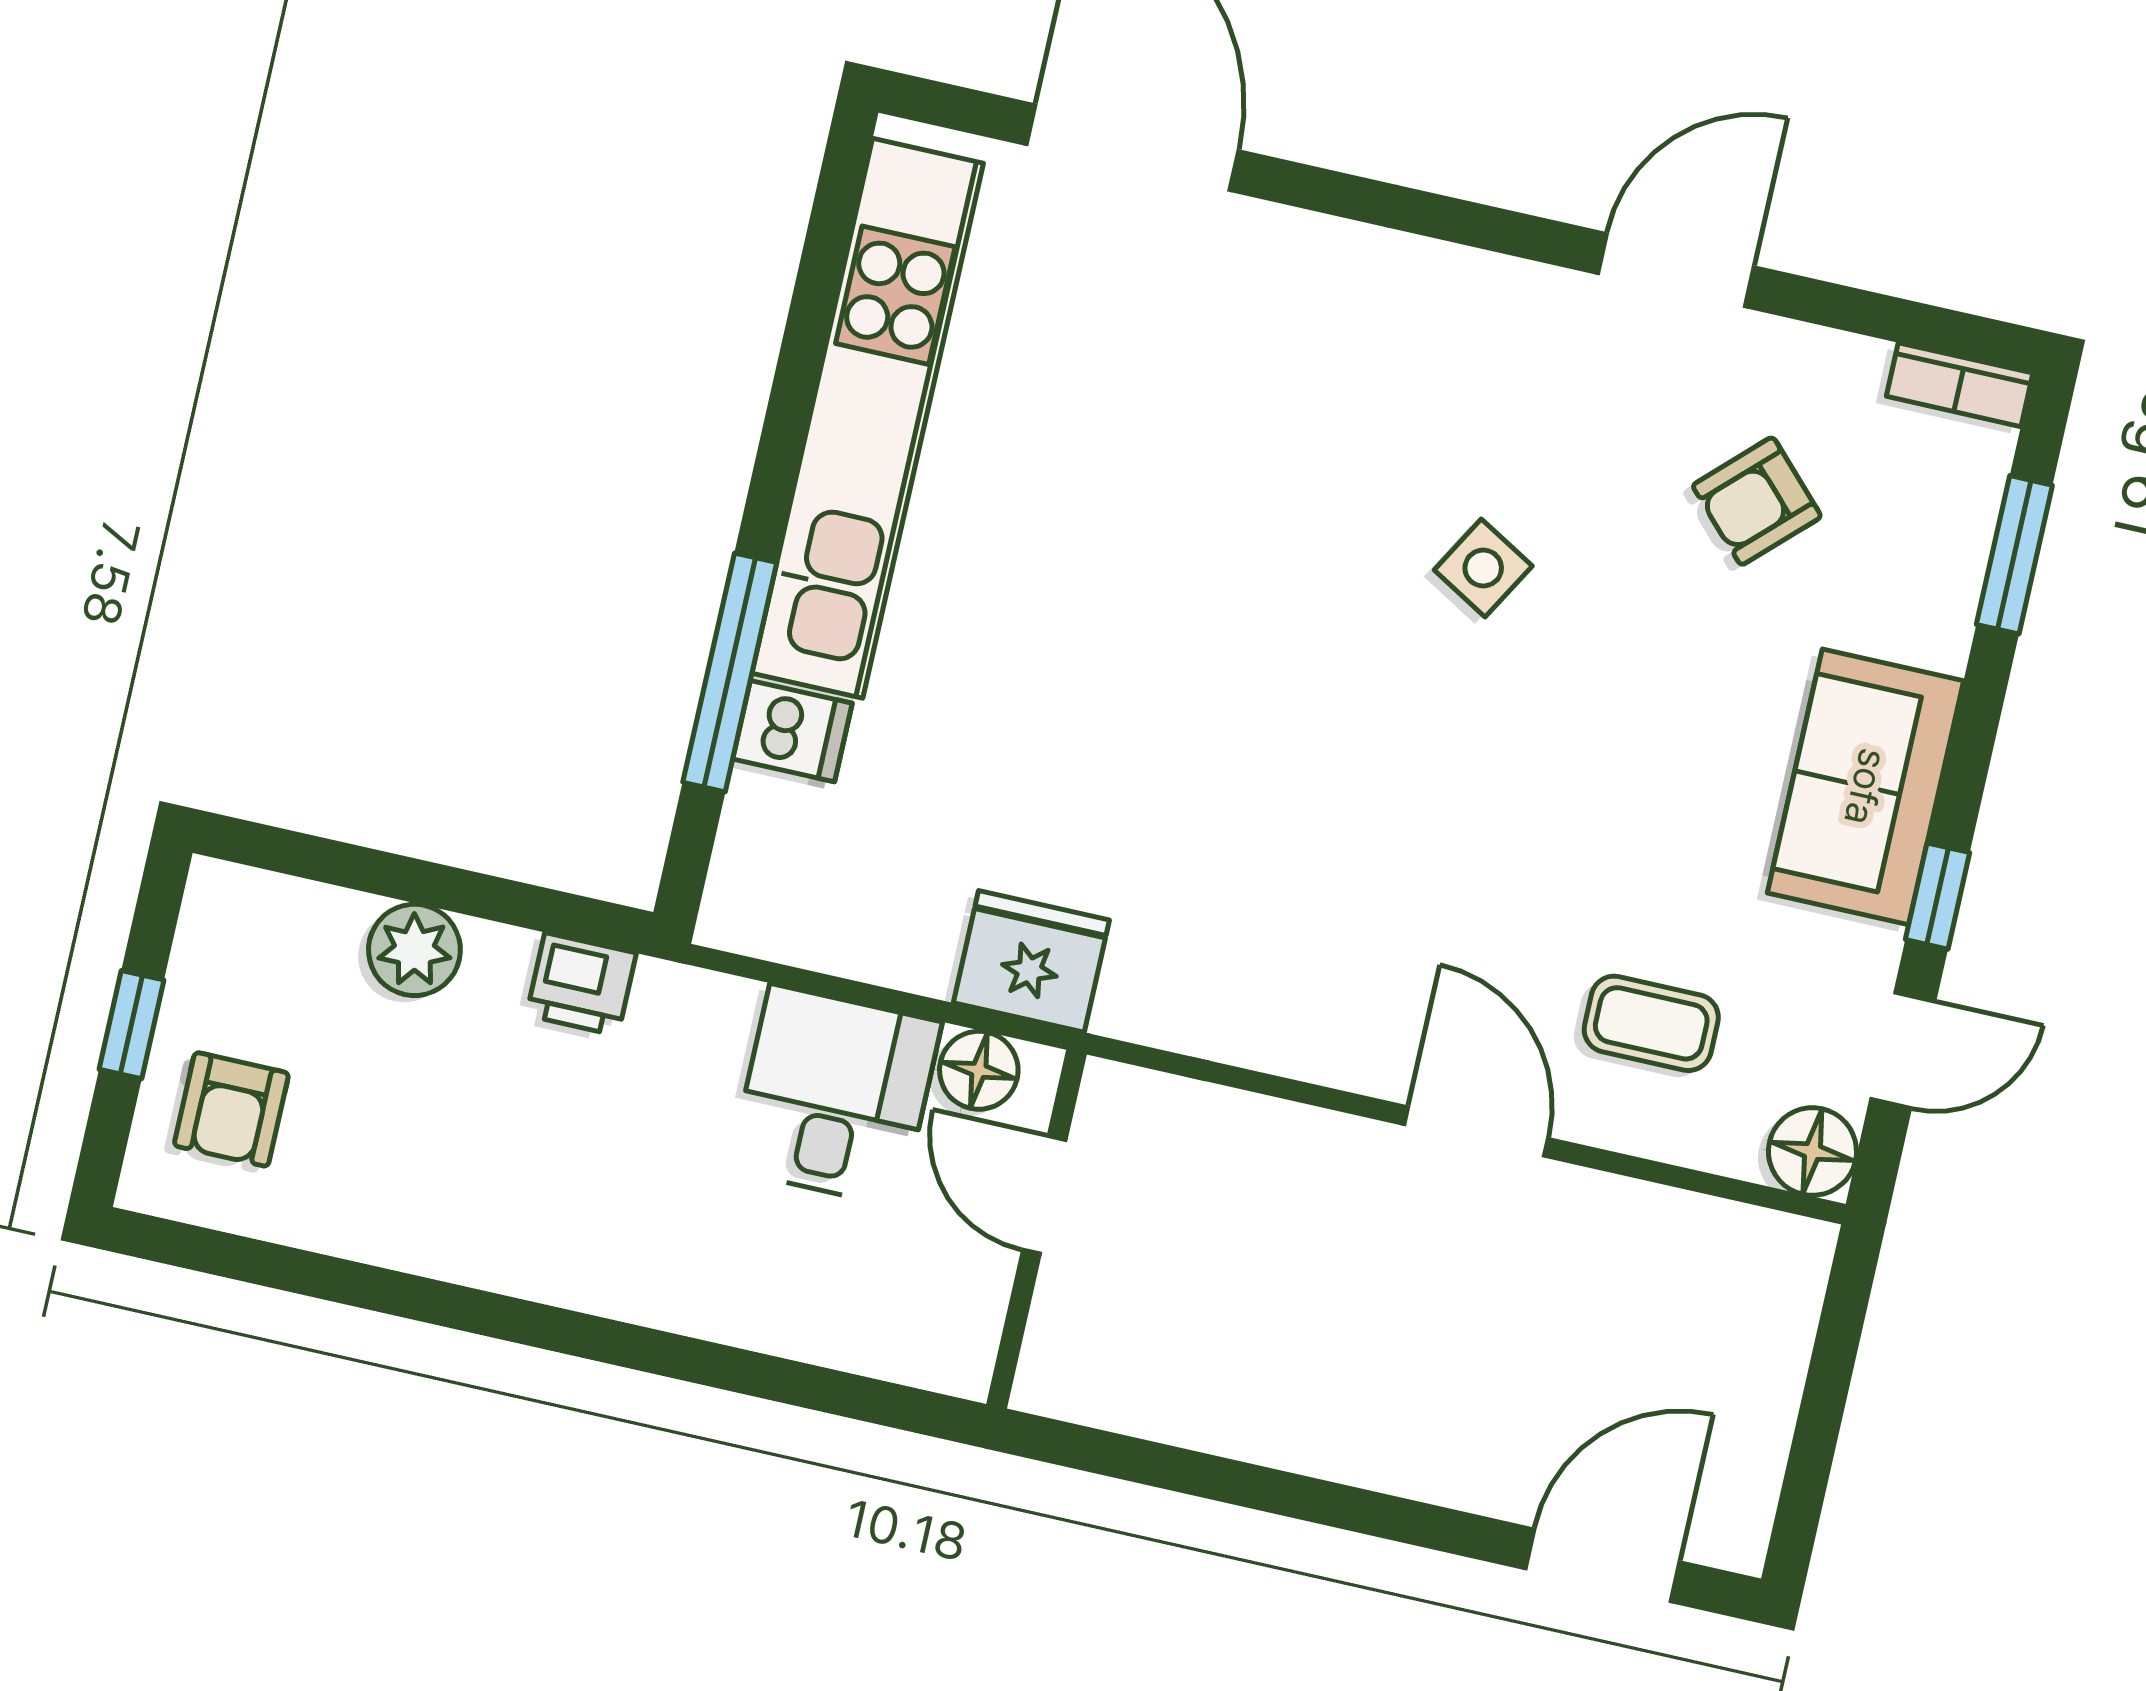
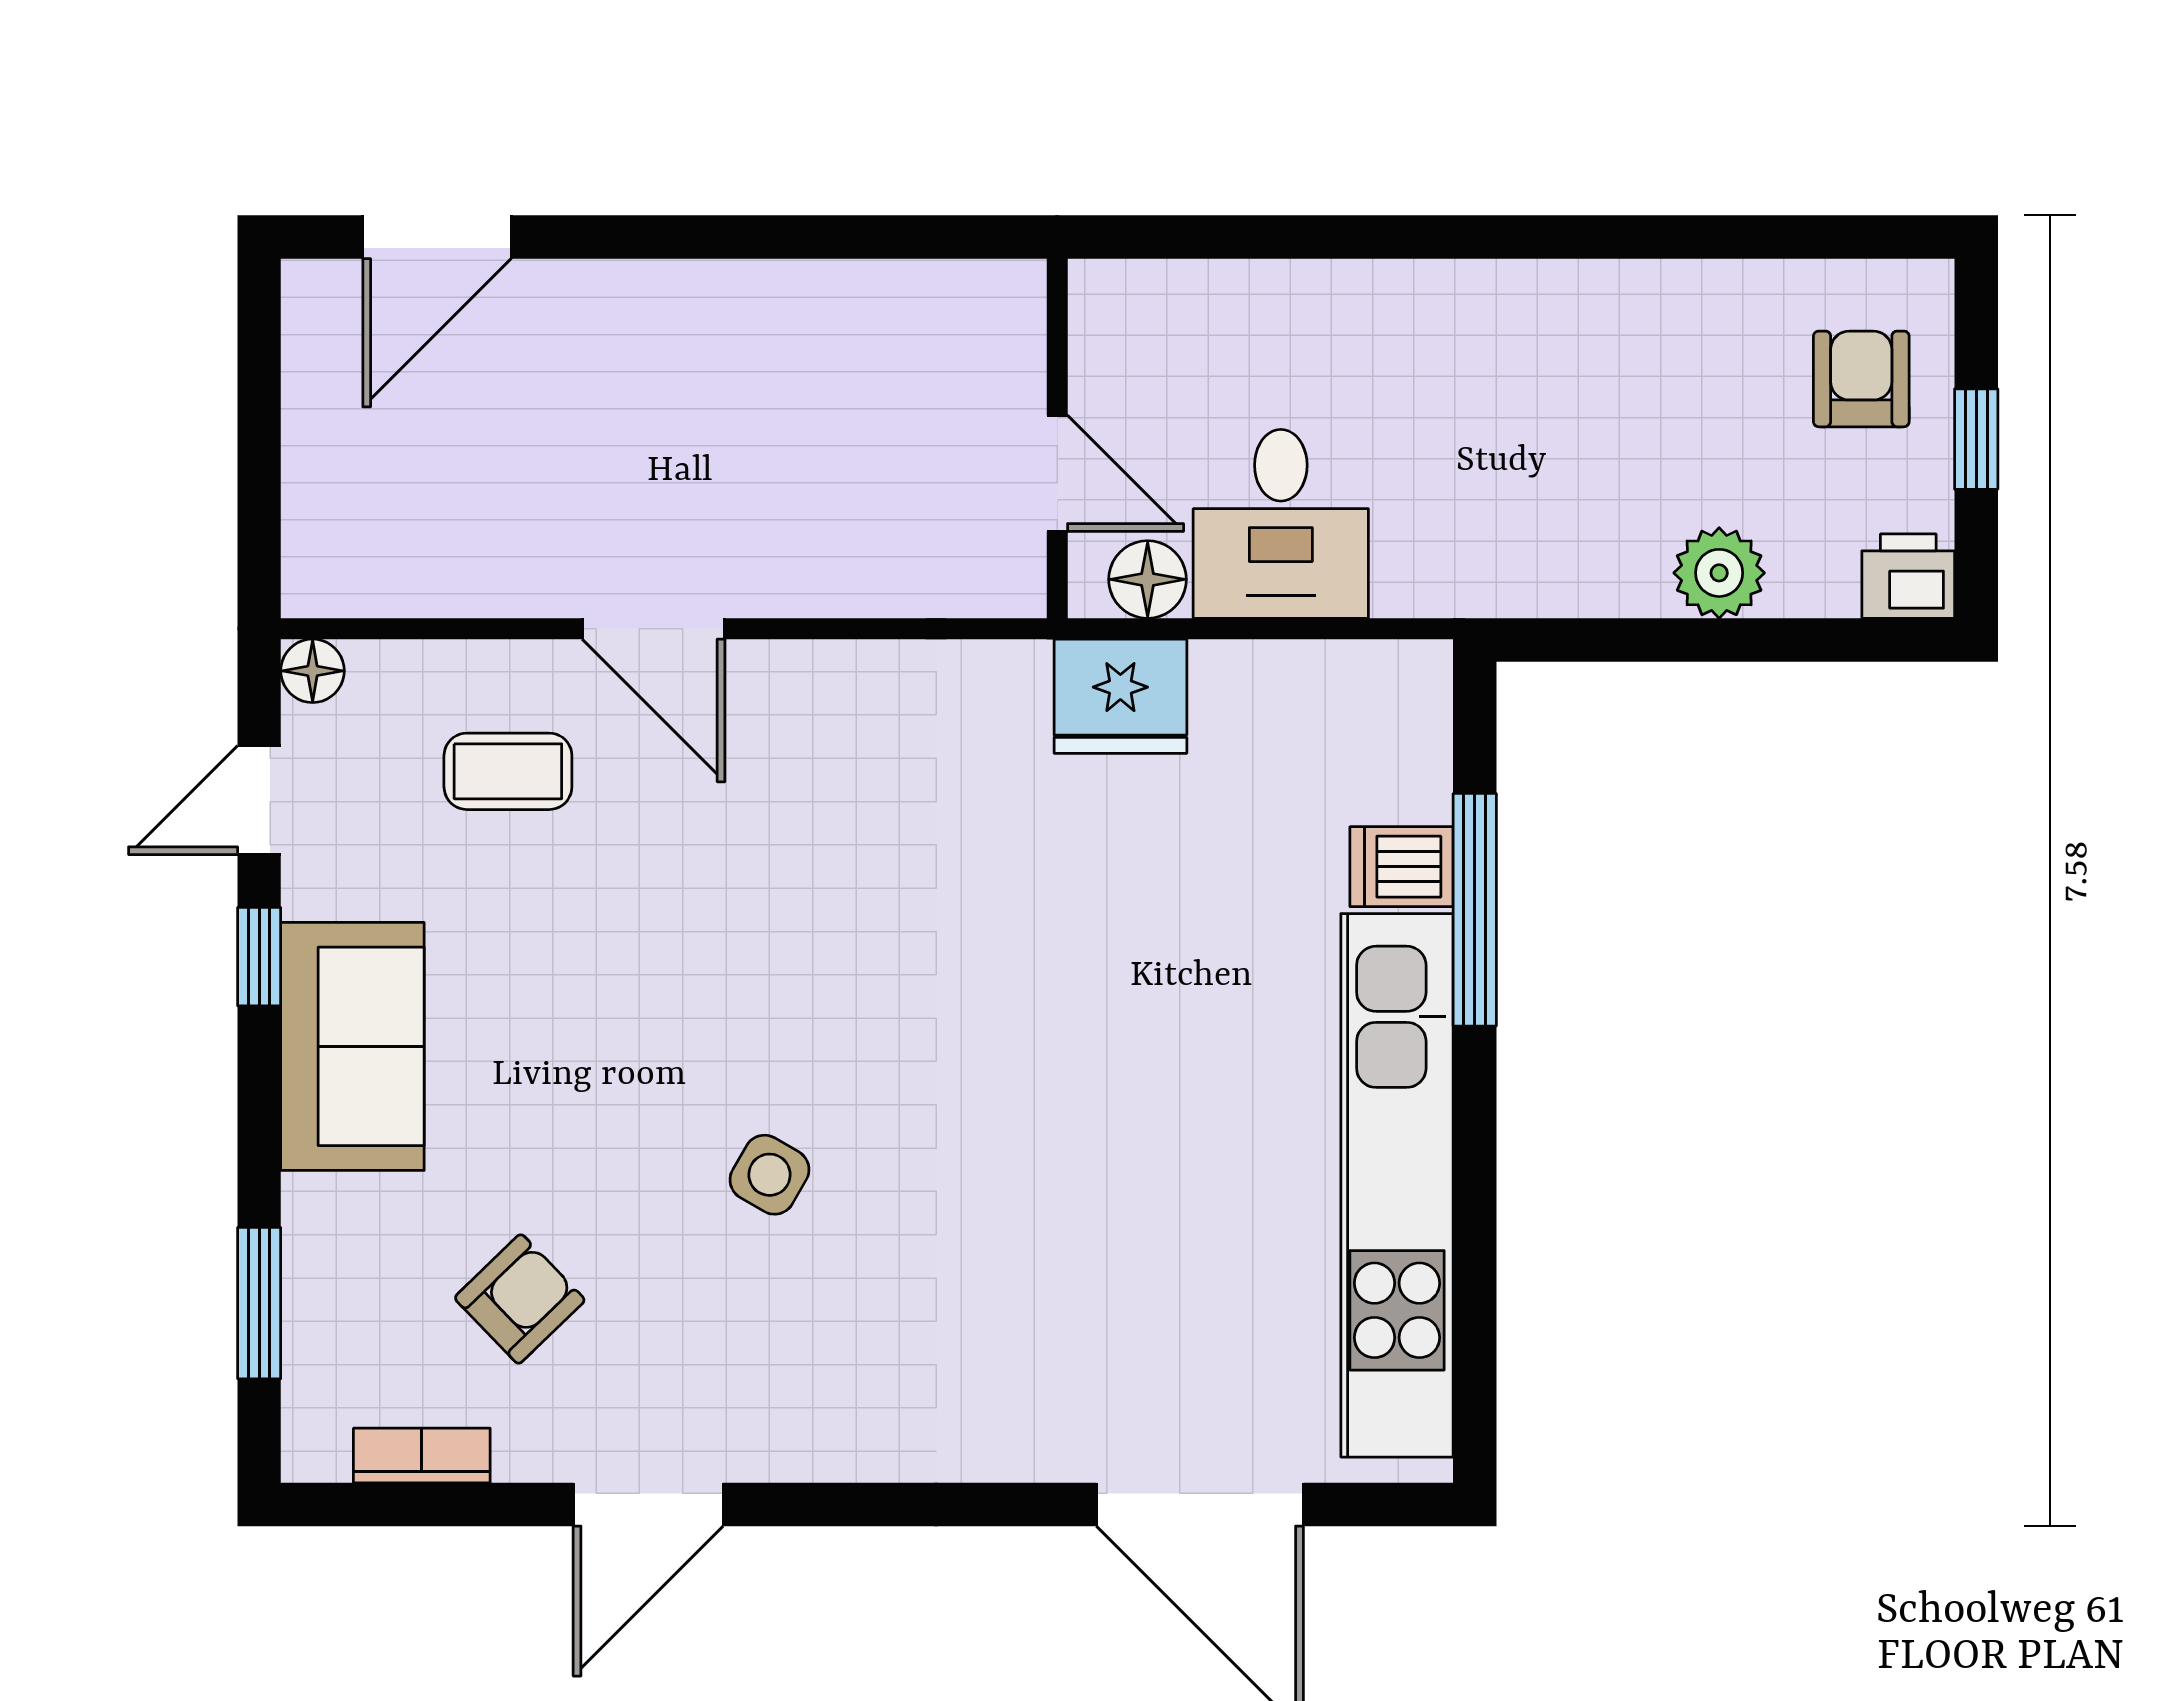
bookcase: (1960, 385) -> (422, 1456), moved
printer: (581, 984) -> (1908, 576), moved
floor lamp: (1812, 1151) -> (313, 671), width x0.73, depth x0.73

